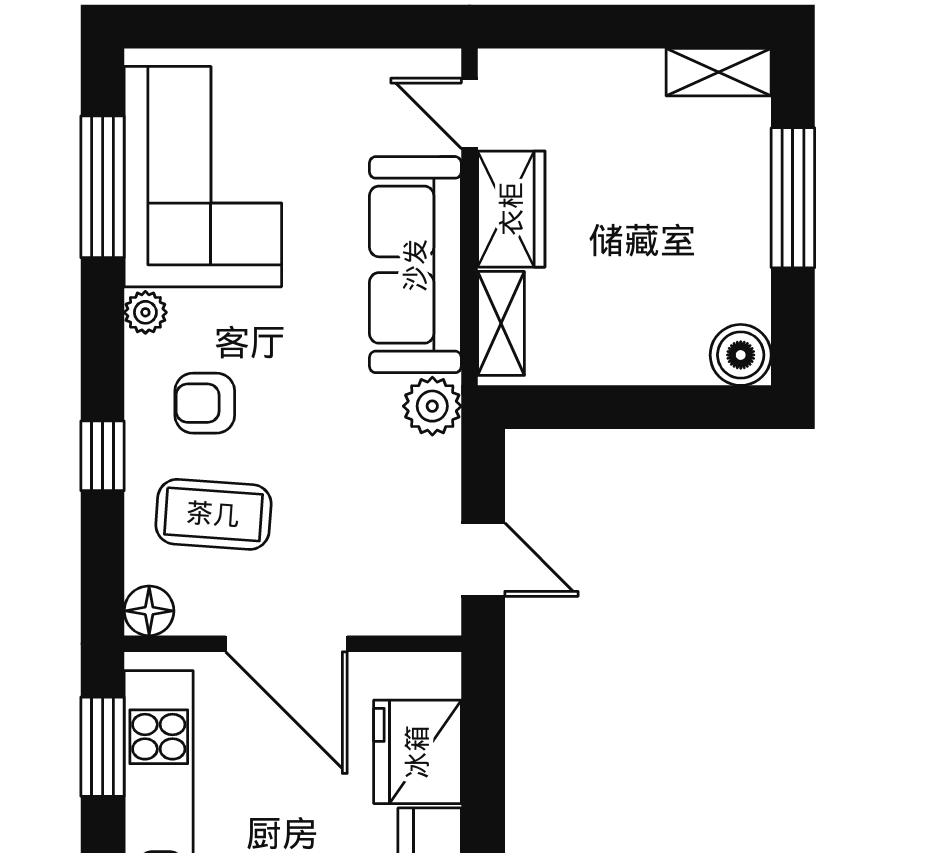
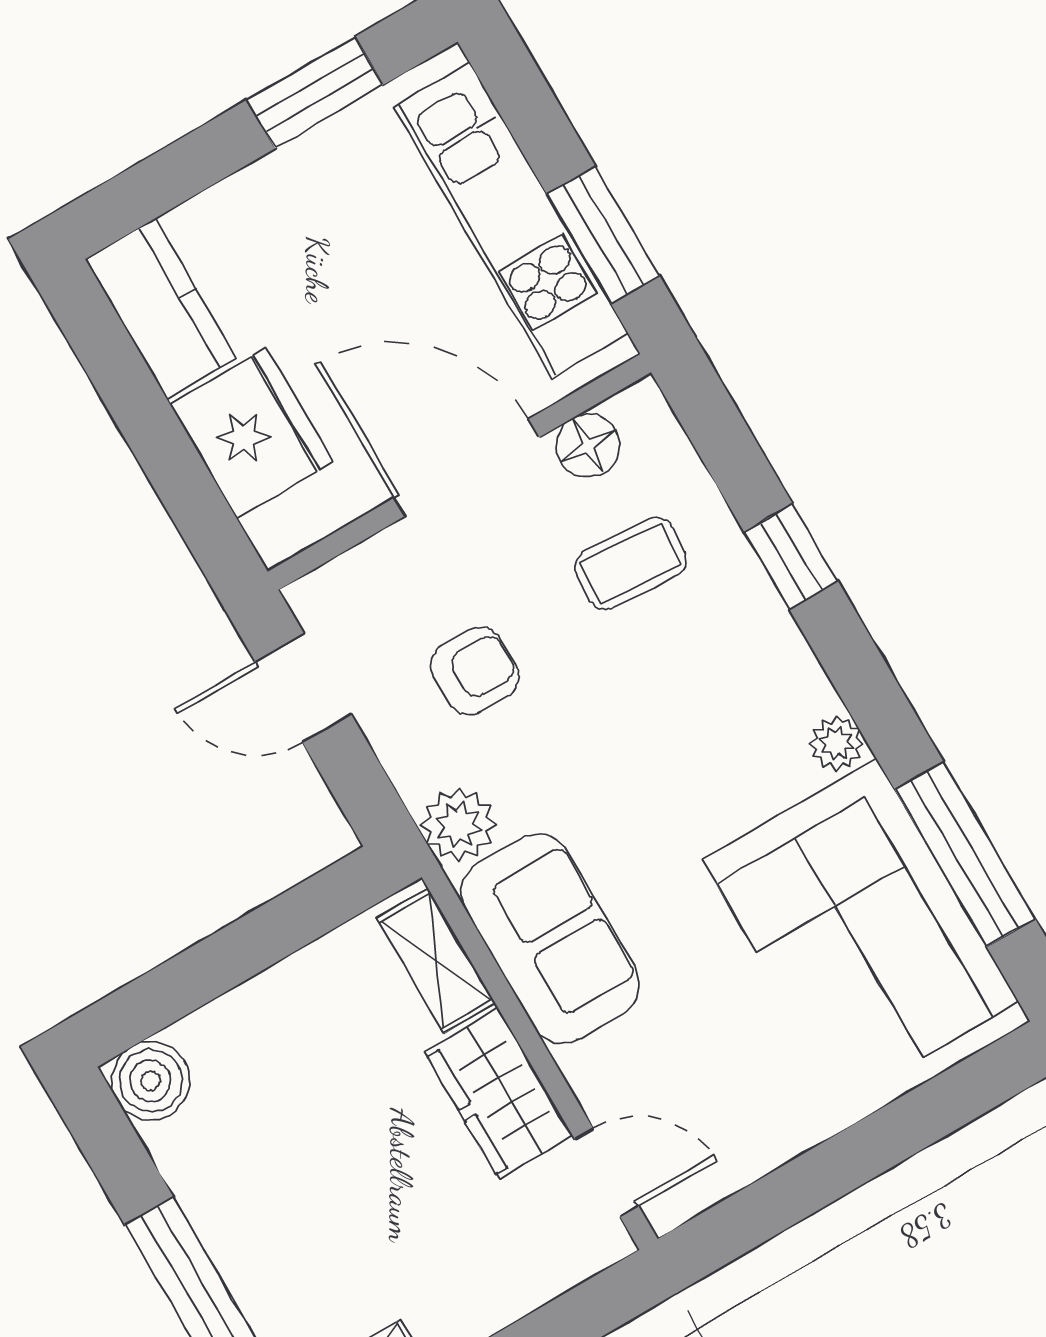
sofa: (415, 265) -> (550, 939), width x0.73
armchair: (205, 403) -> (475, 671), moved
coffee table: (213, 514) -> (631, 564), width x0.73, depth x0.77
floor lamp: (149, 611) -> (588, 446), moved

